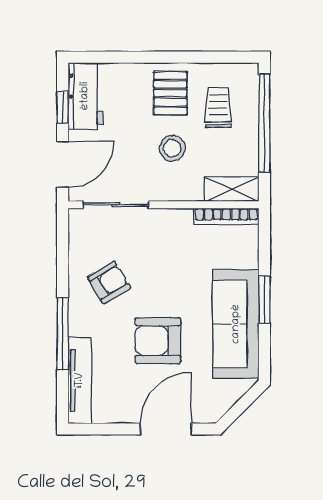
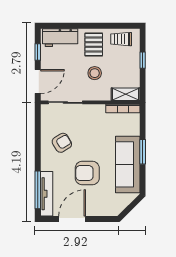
workbench: (85, 96) -> (60, 38), moved, turned 90
trolley: (218, 107) -> (121, 39), moved, turned -90
window: (264, 123) -> (143, 60), width x0.32
window: (63, 334) -> (38, 190), moved
door: (166, 429) -> (72, 219), moved

